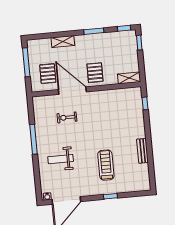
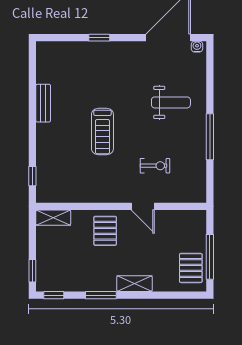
shelving: (63, 42) -> (134, 284), moved
pallet: (48, 74) -> (191, 268), moved
door: (72, 91) -> (143, 206), width x0.53
treadmill: (106, 165) -> (102, 131), moved

